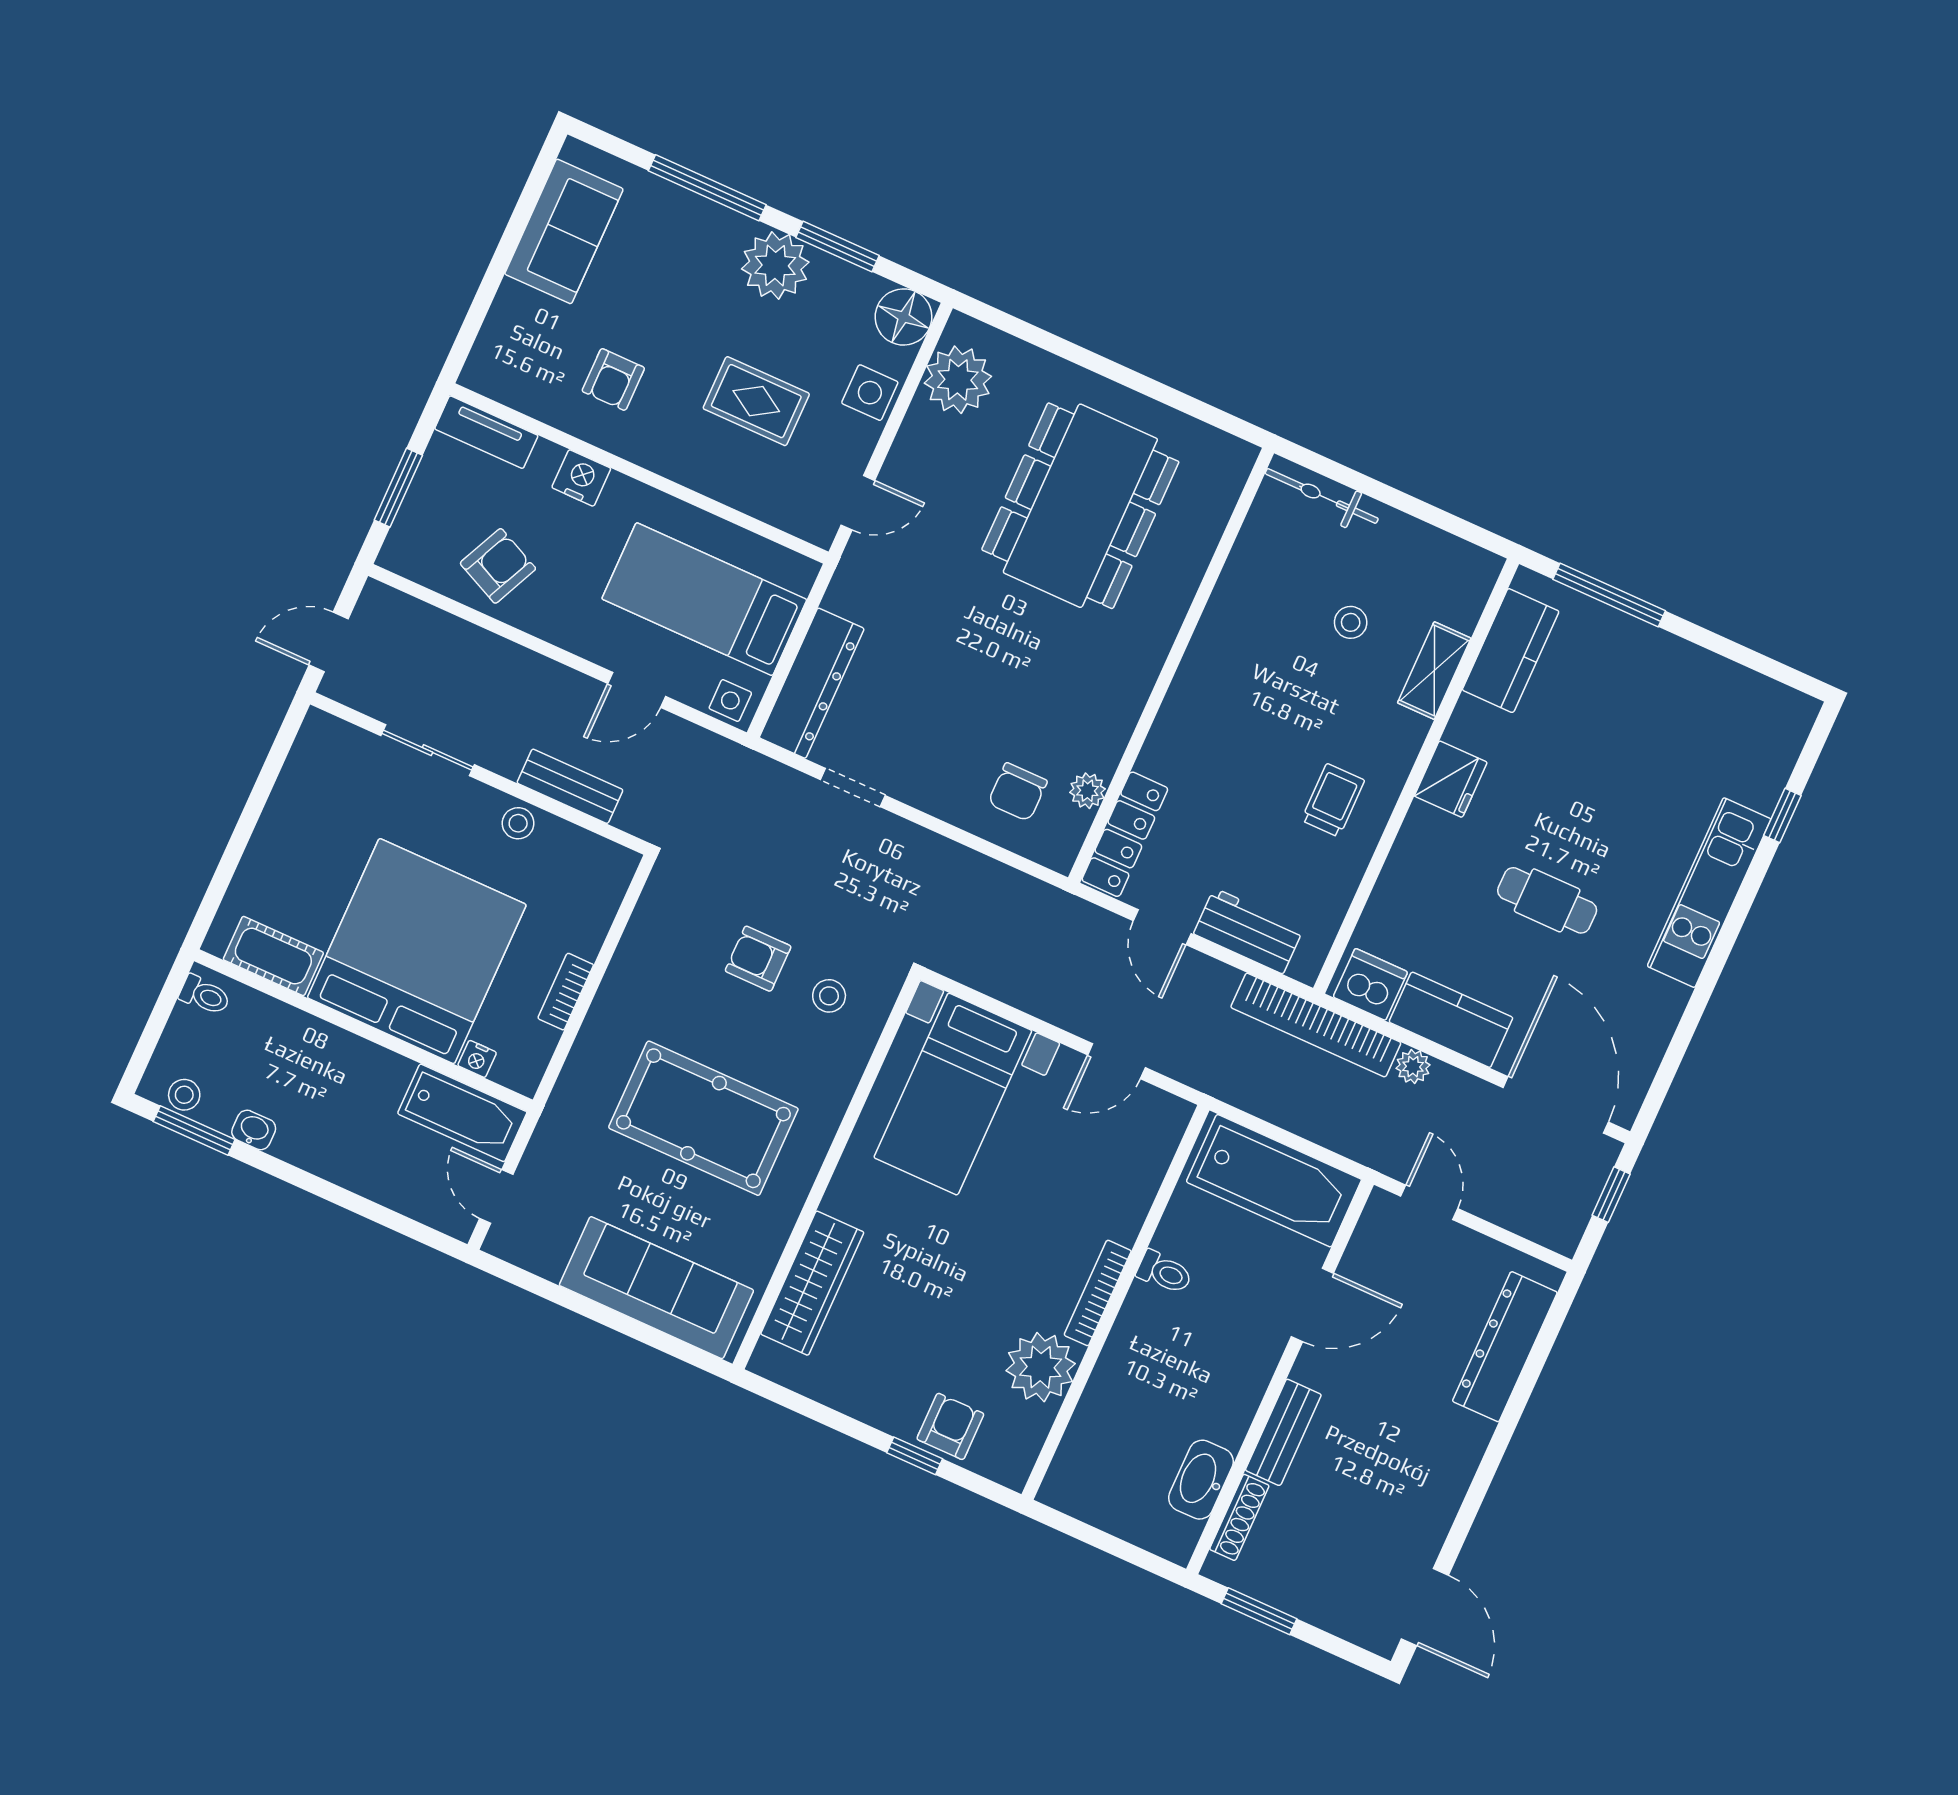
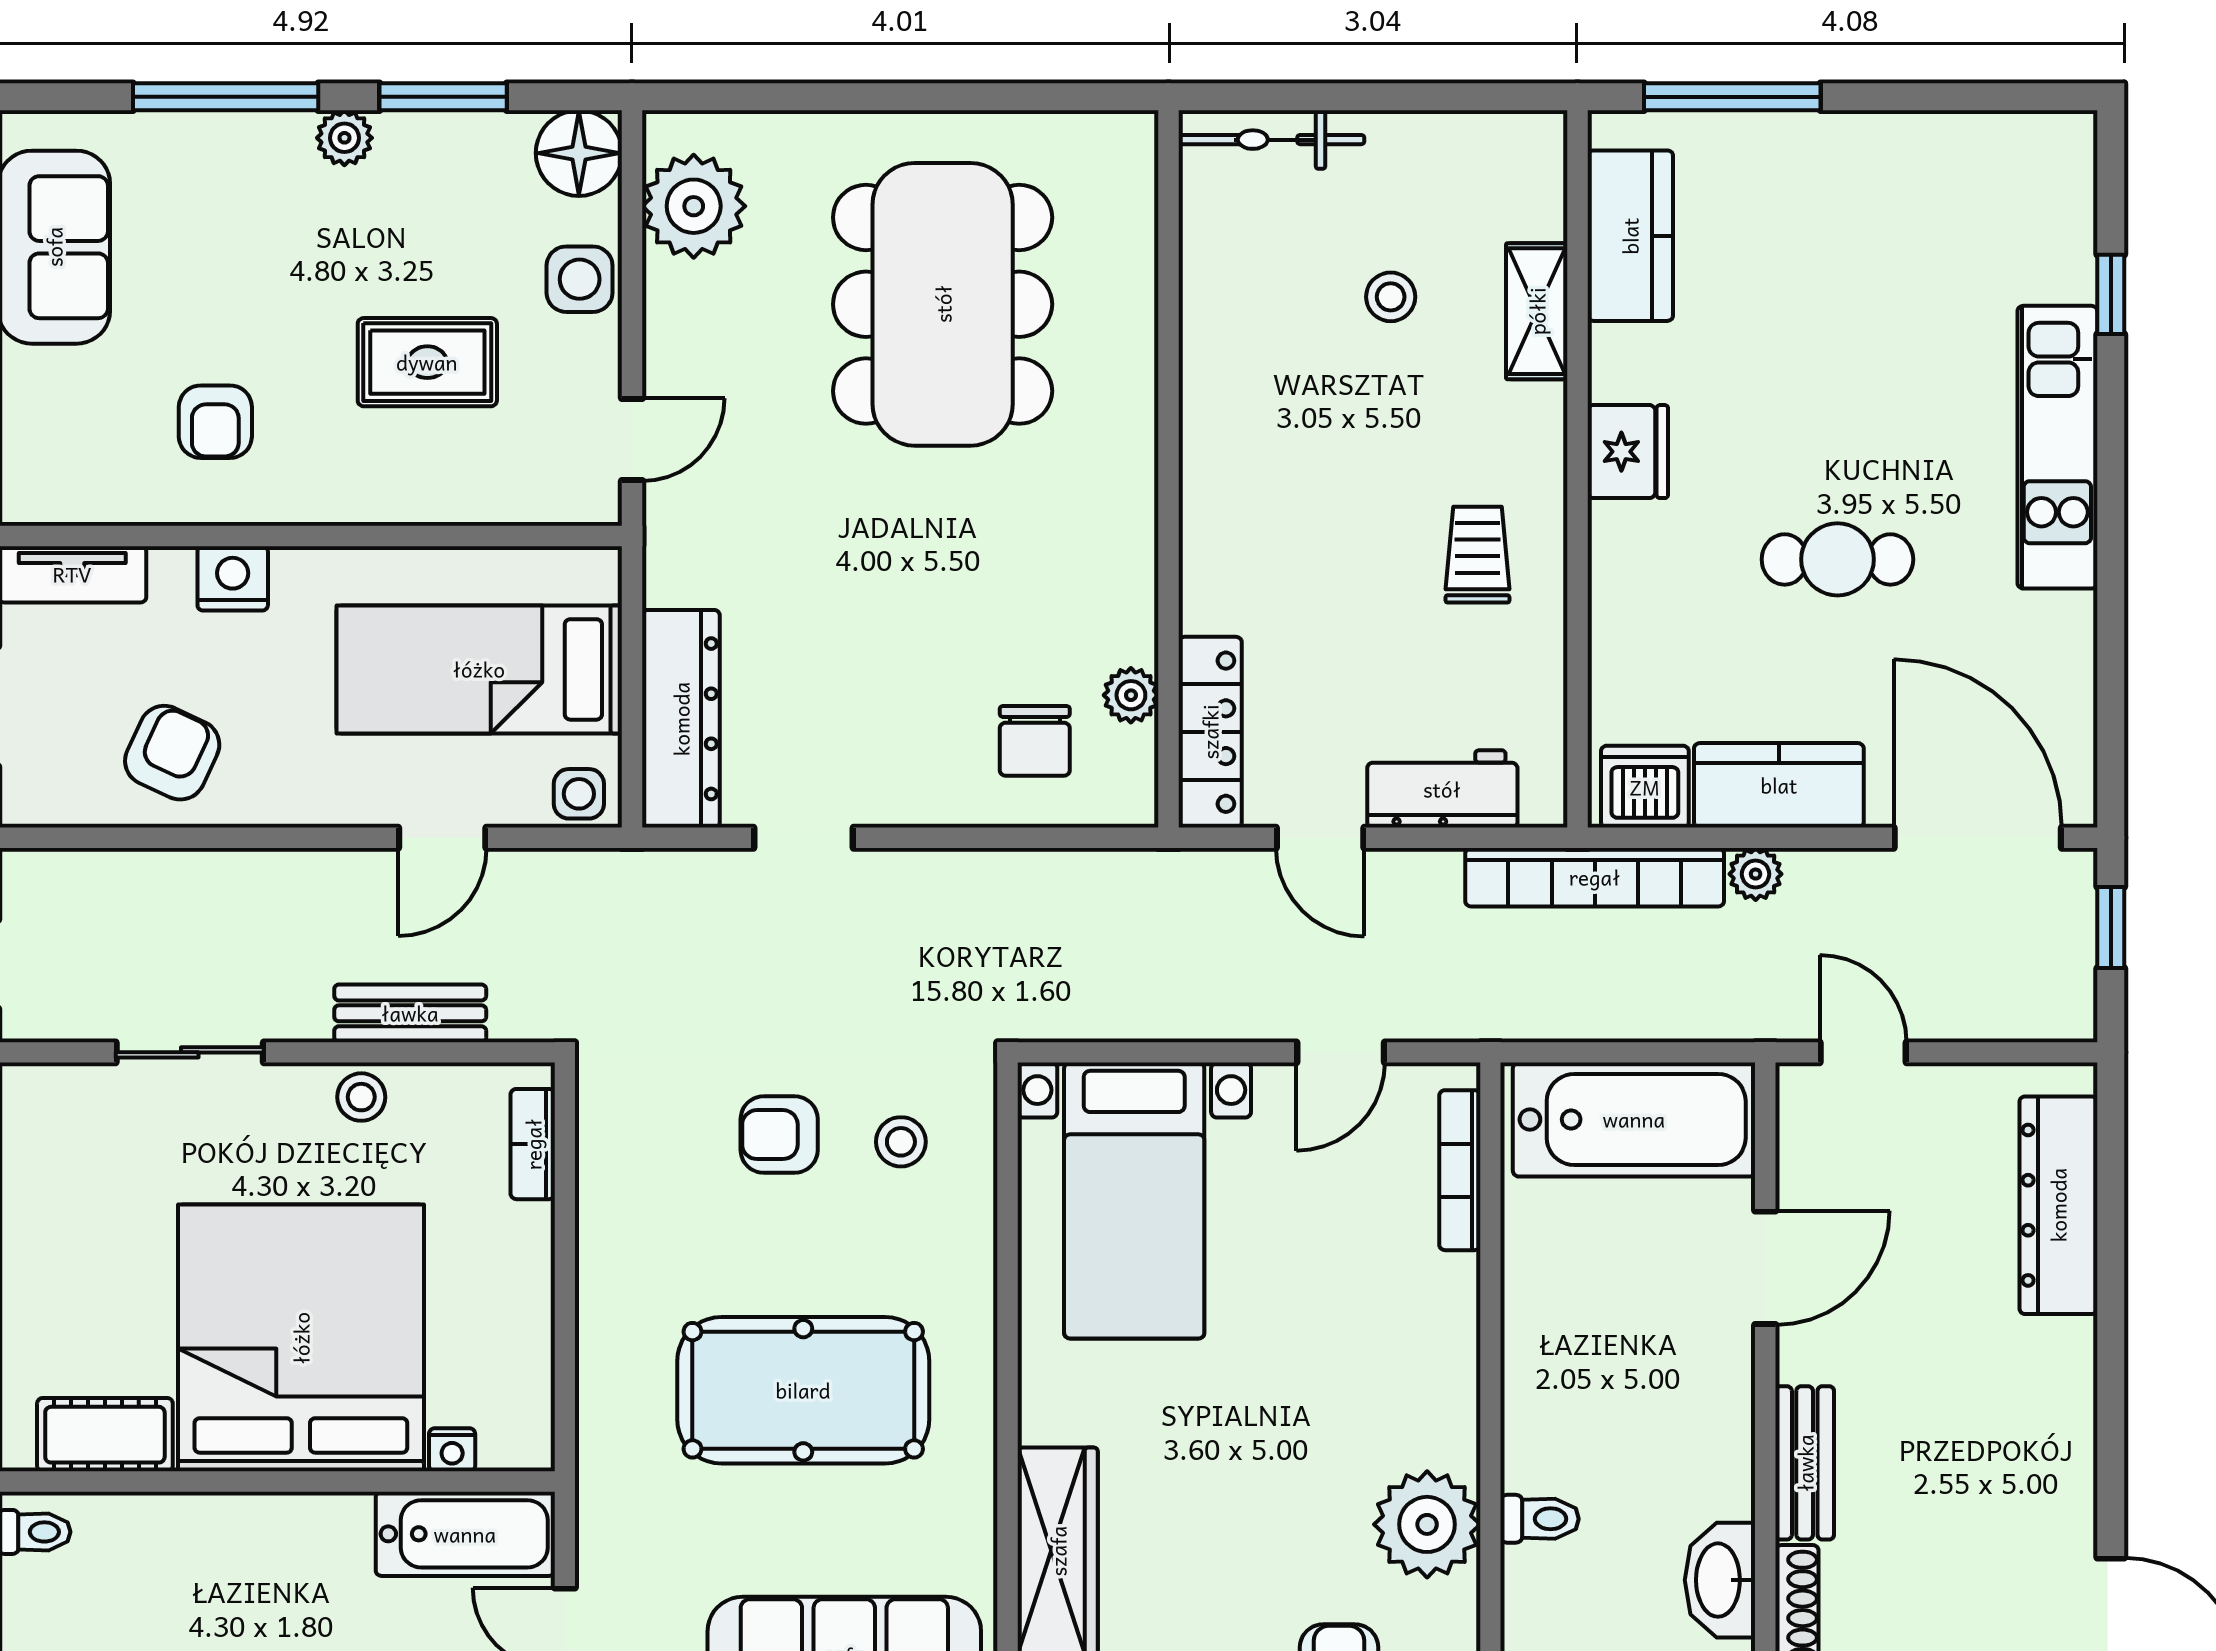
plant: (775, 265) -> (344, 138), width x0.53, depth x0.53
bookcase: (566, 992) -> (533, 1144), moved
toilet: (1164, 1272) -> (1540, 1519), moved
bookcase: (1098, 1293) -> (1460, 1170), moved

